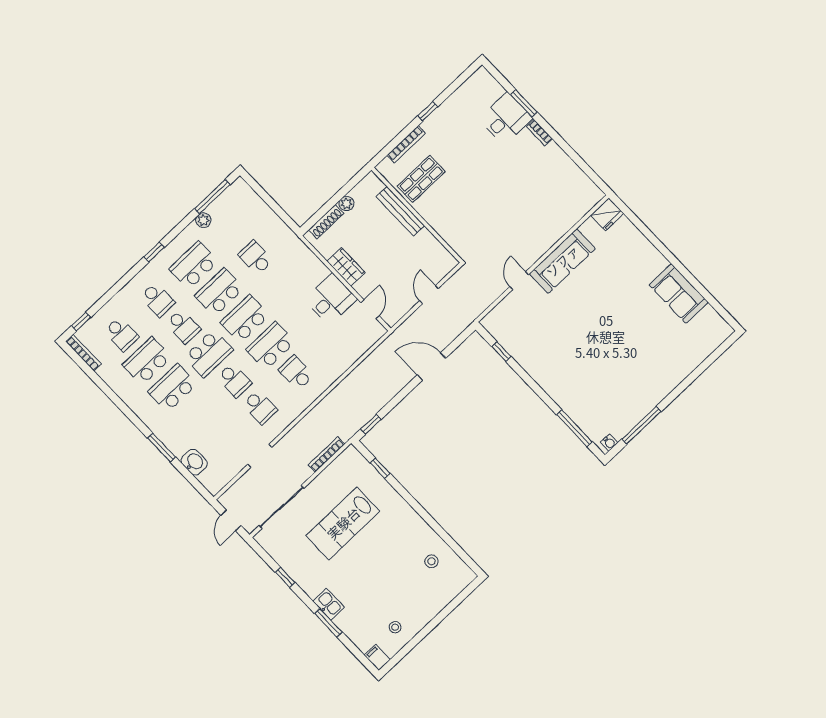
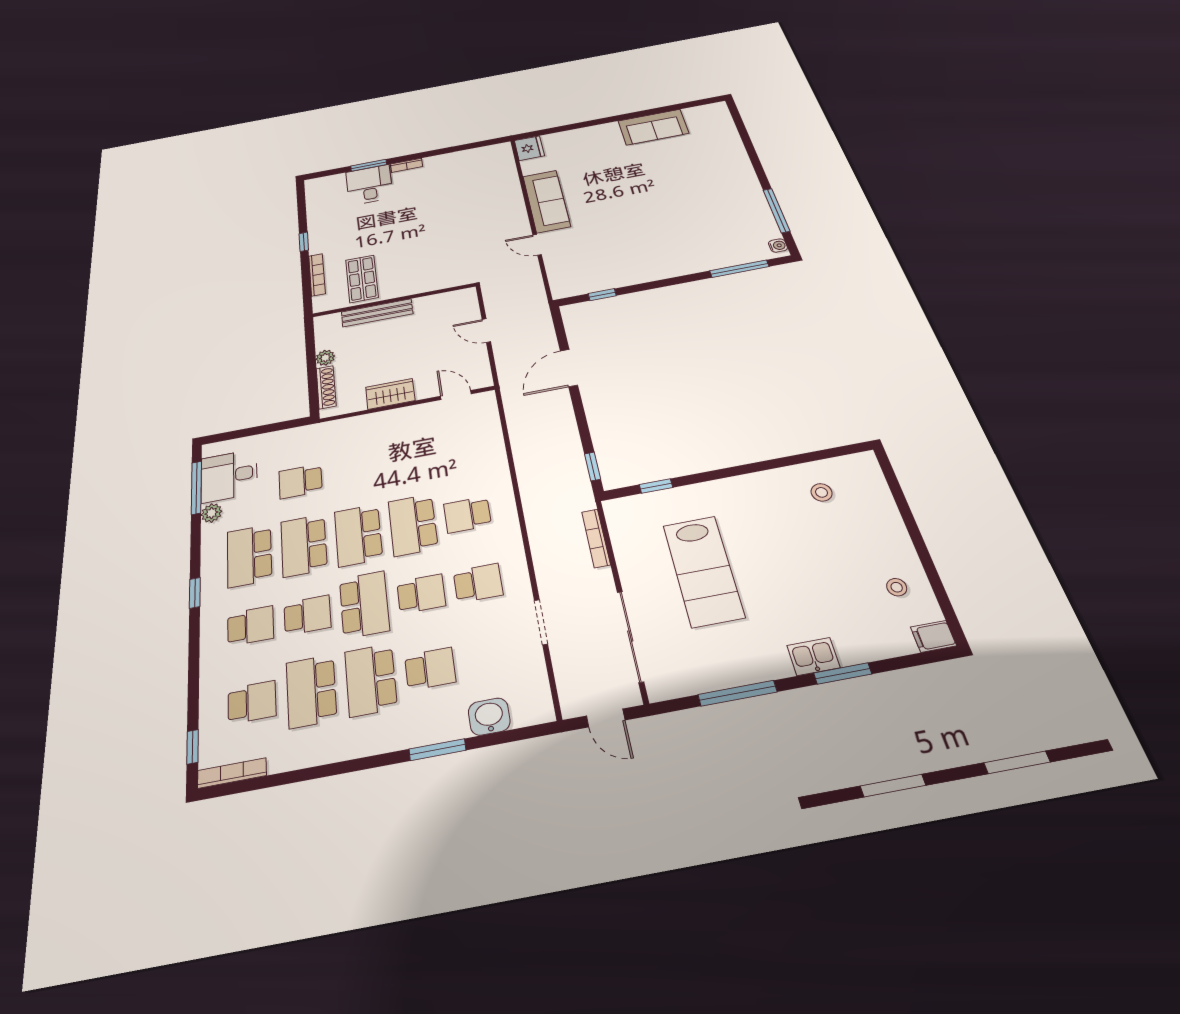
desk: (331, 299) -> (229, 476), moved, turned -90
school desk: (198, 415) -> (430, 669), added
window: (285, 577) -> (737, 693), width x2.17

